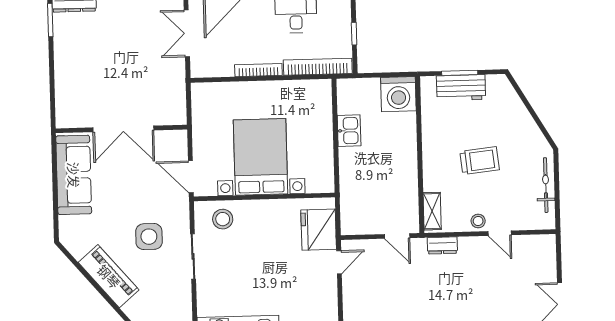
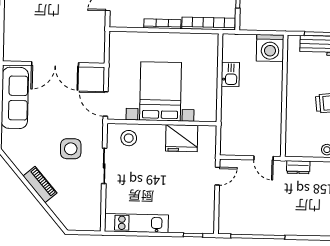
shelving: (432, 211) -> (292, 140), removed
fridge: (319, 230) -> (182, 138), moved, turned -90
piano: (109, 276) -> (40, 184), width x0.73, depth x0.75

